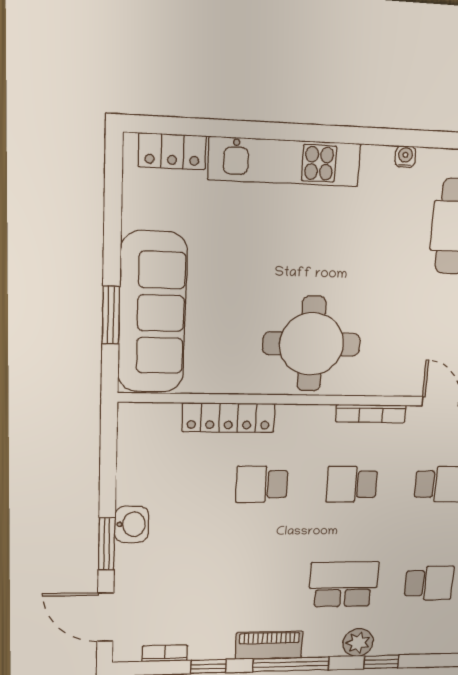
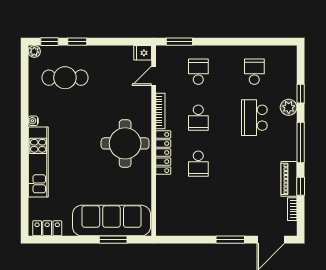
locker: (172, 151) -> (47, 228), moved, turned -90
water cooler: (405, 157) -> (33, 121), moved
locker: (229, 418) -> (163, 153), moved
washbasin: (132, 524) -> (220, 228), removed
piano: (269, 645) -> (289, 179), moved

